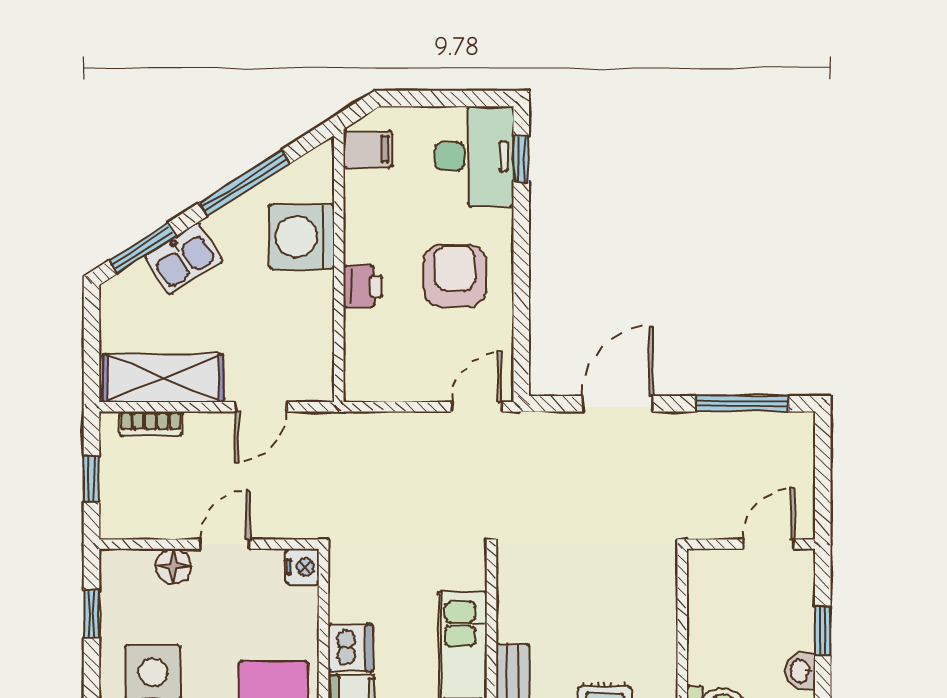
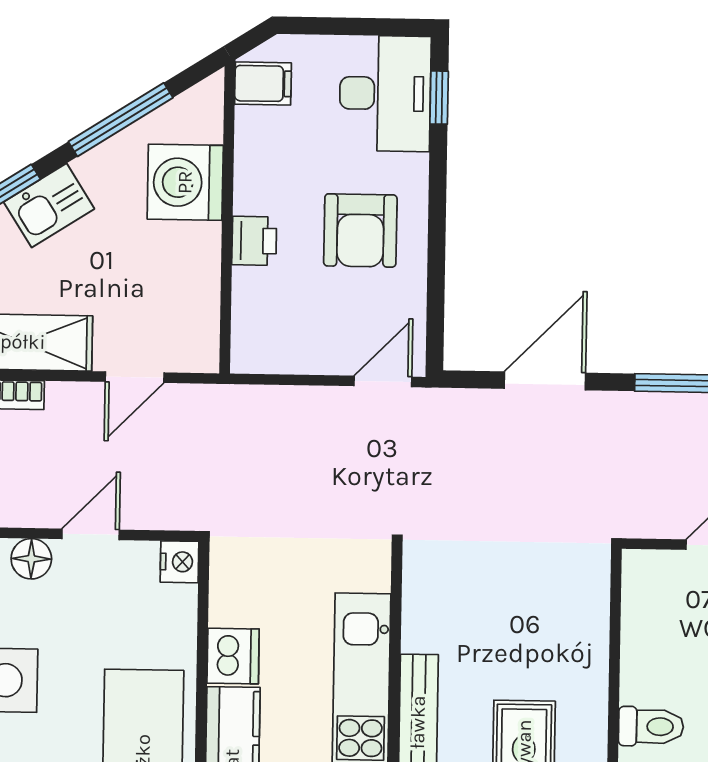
armchair: (455, 276) -> (360, 230), turned 180

